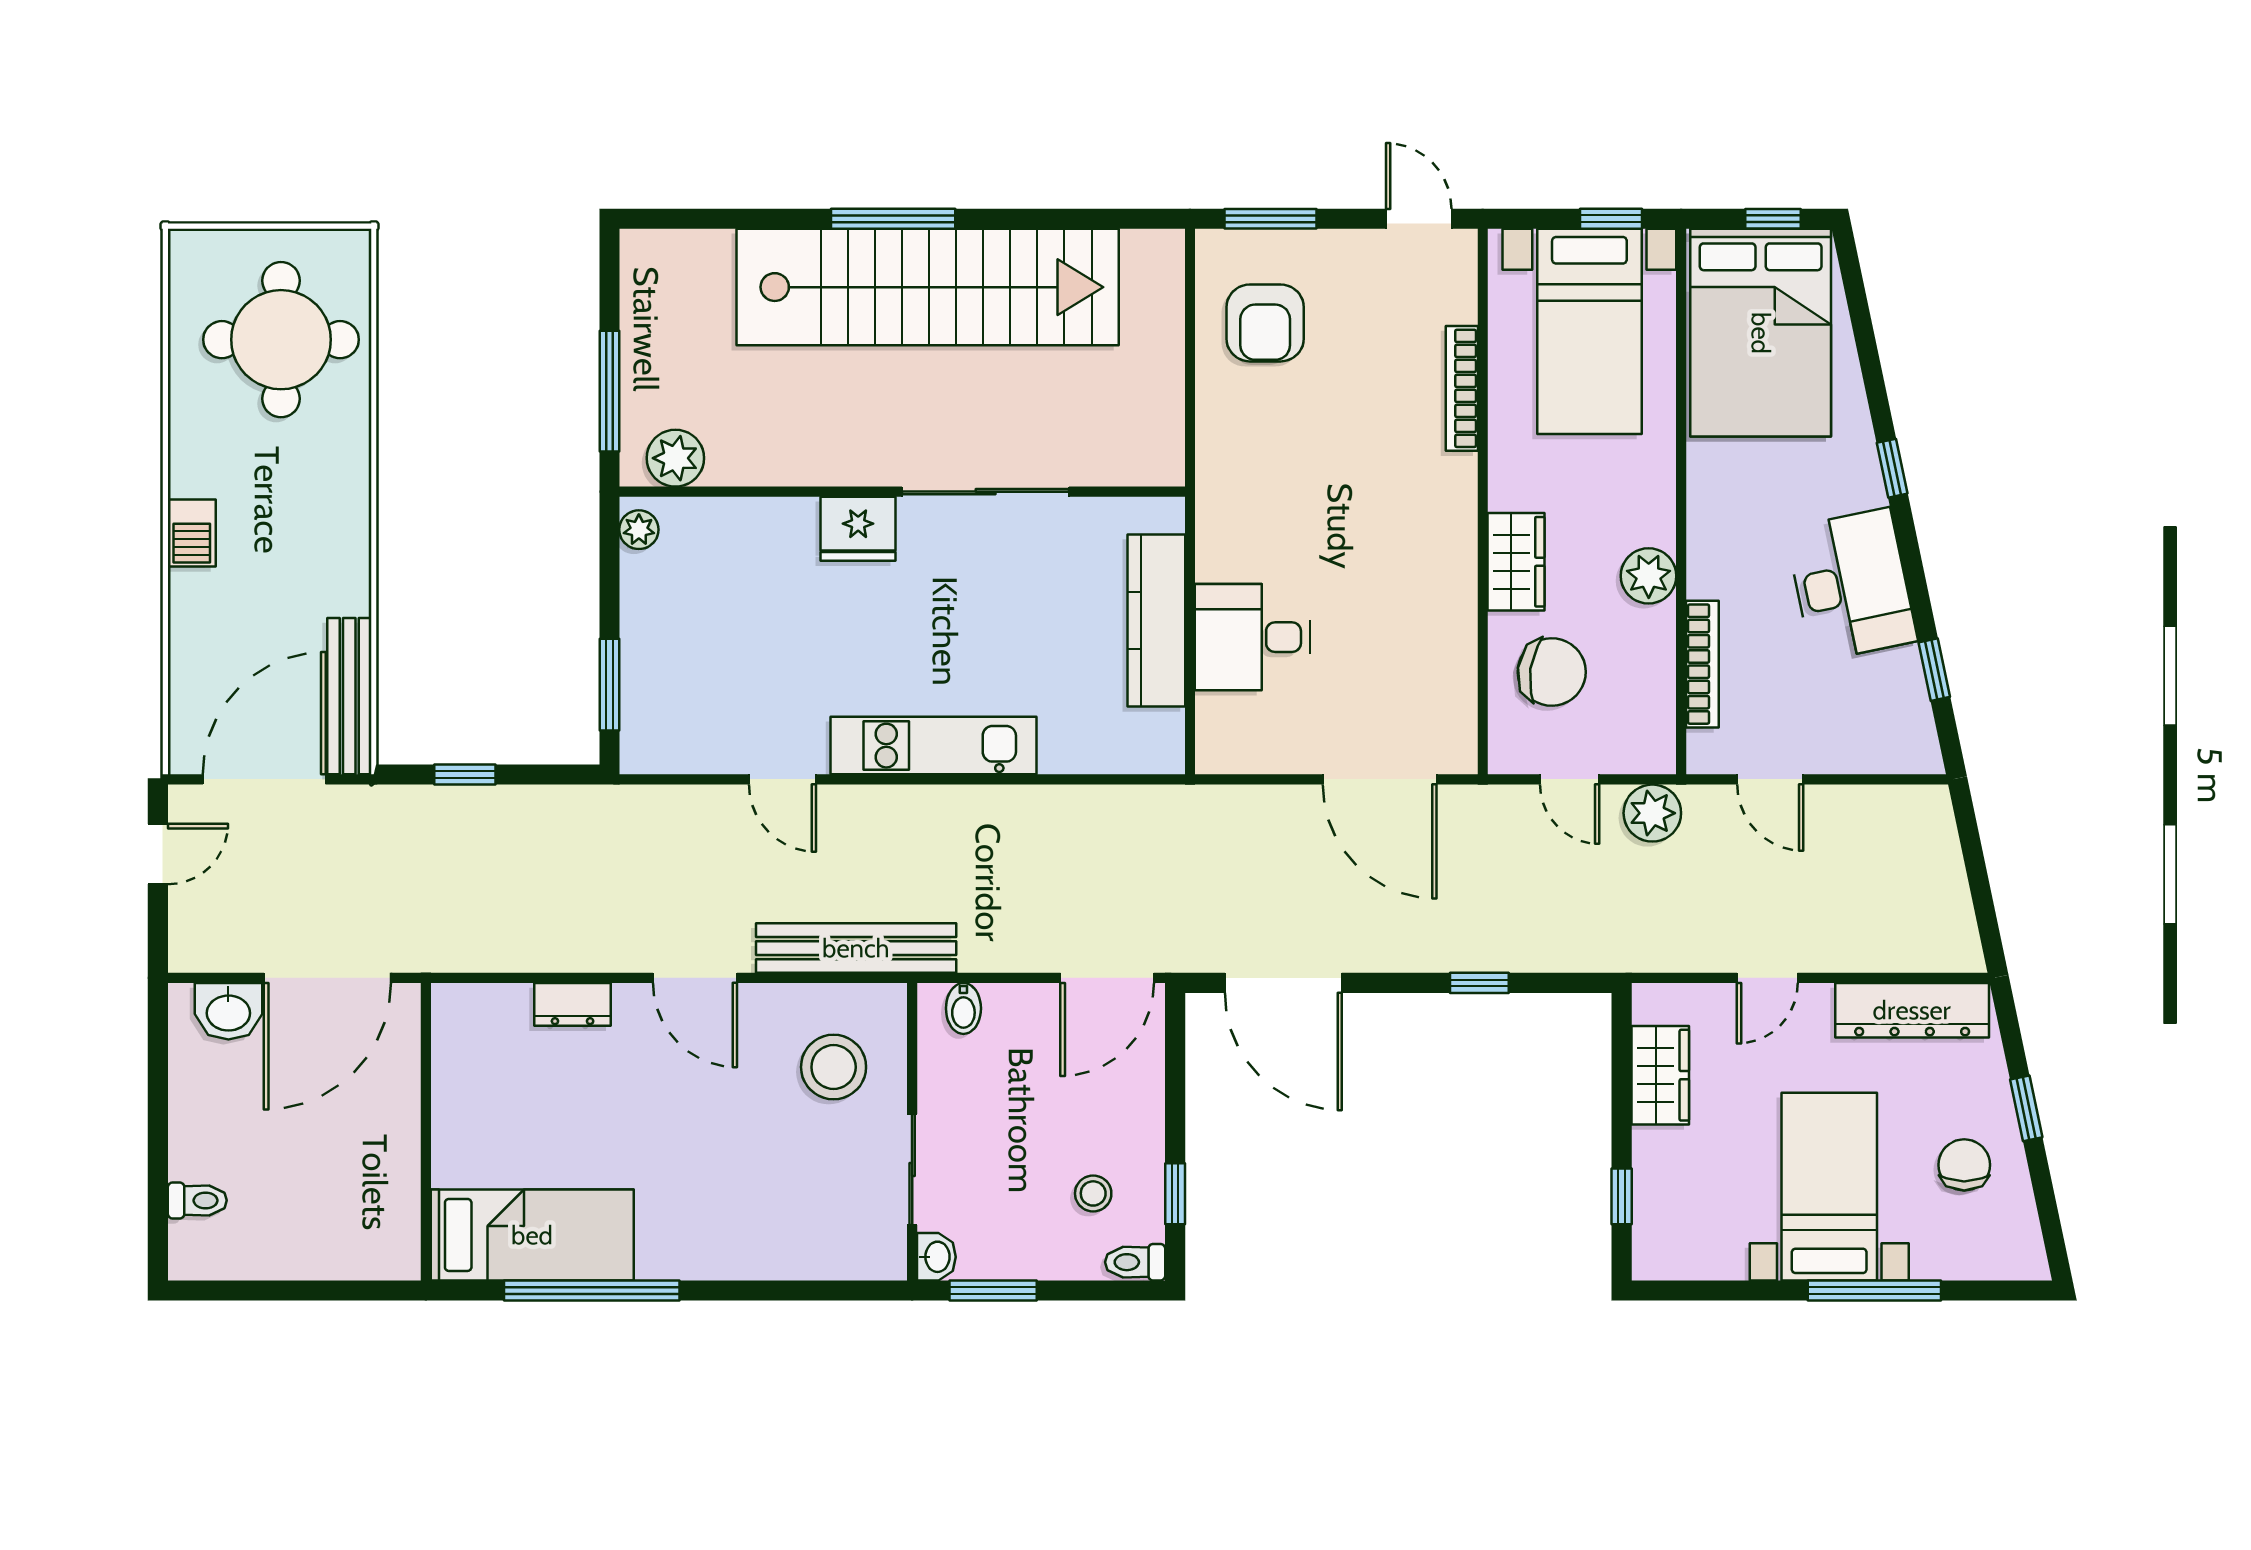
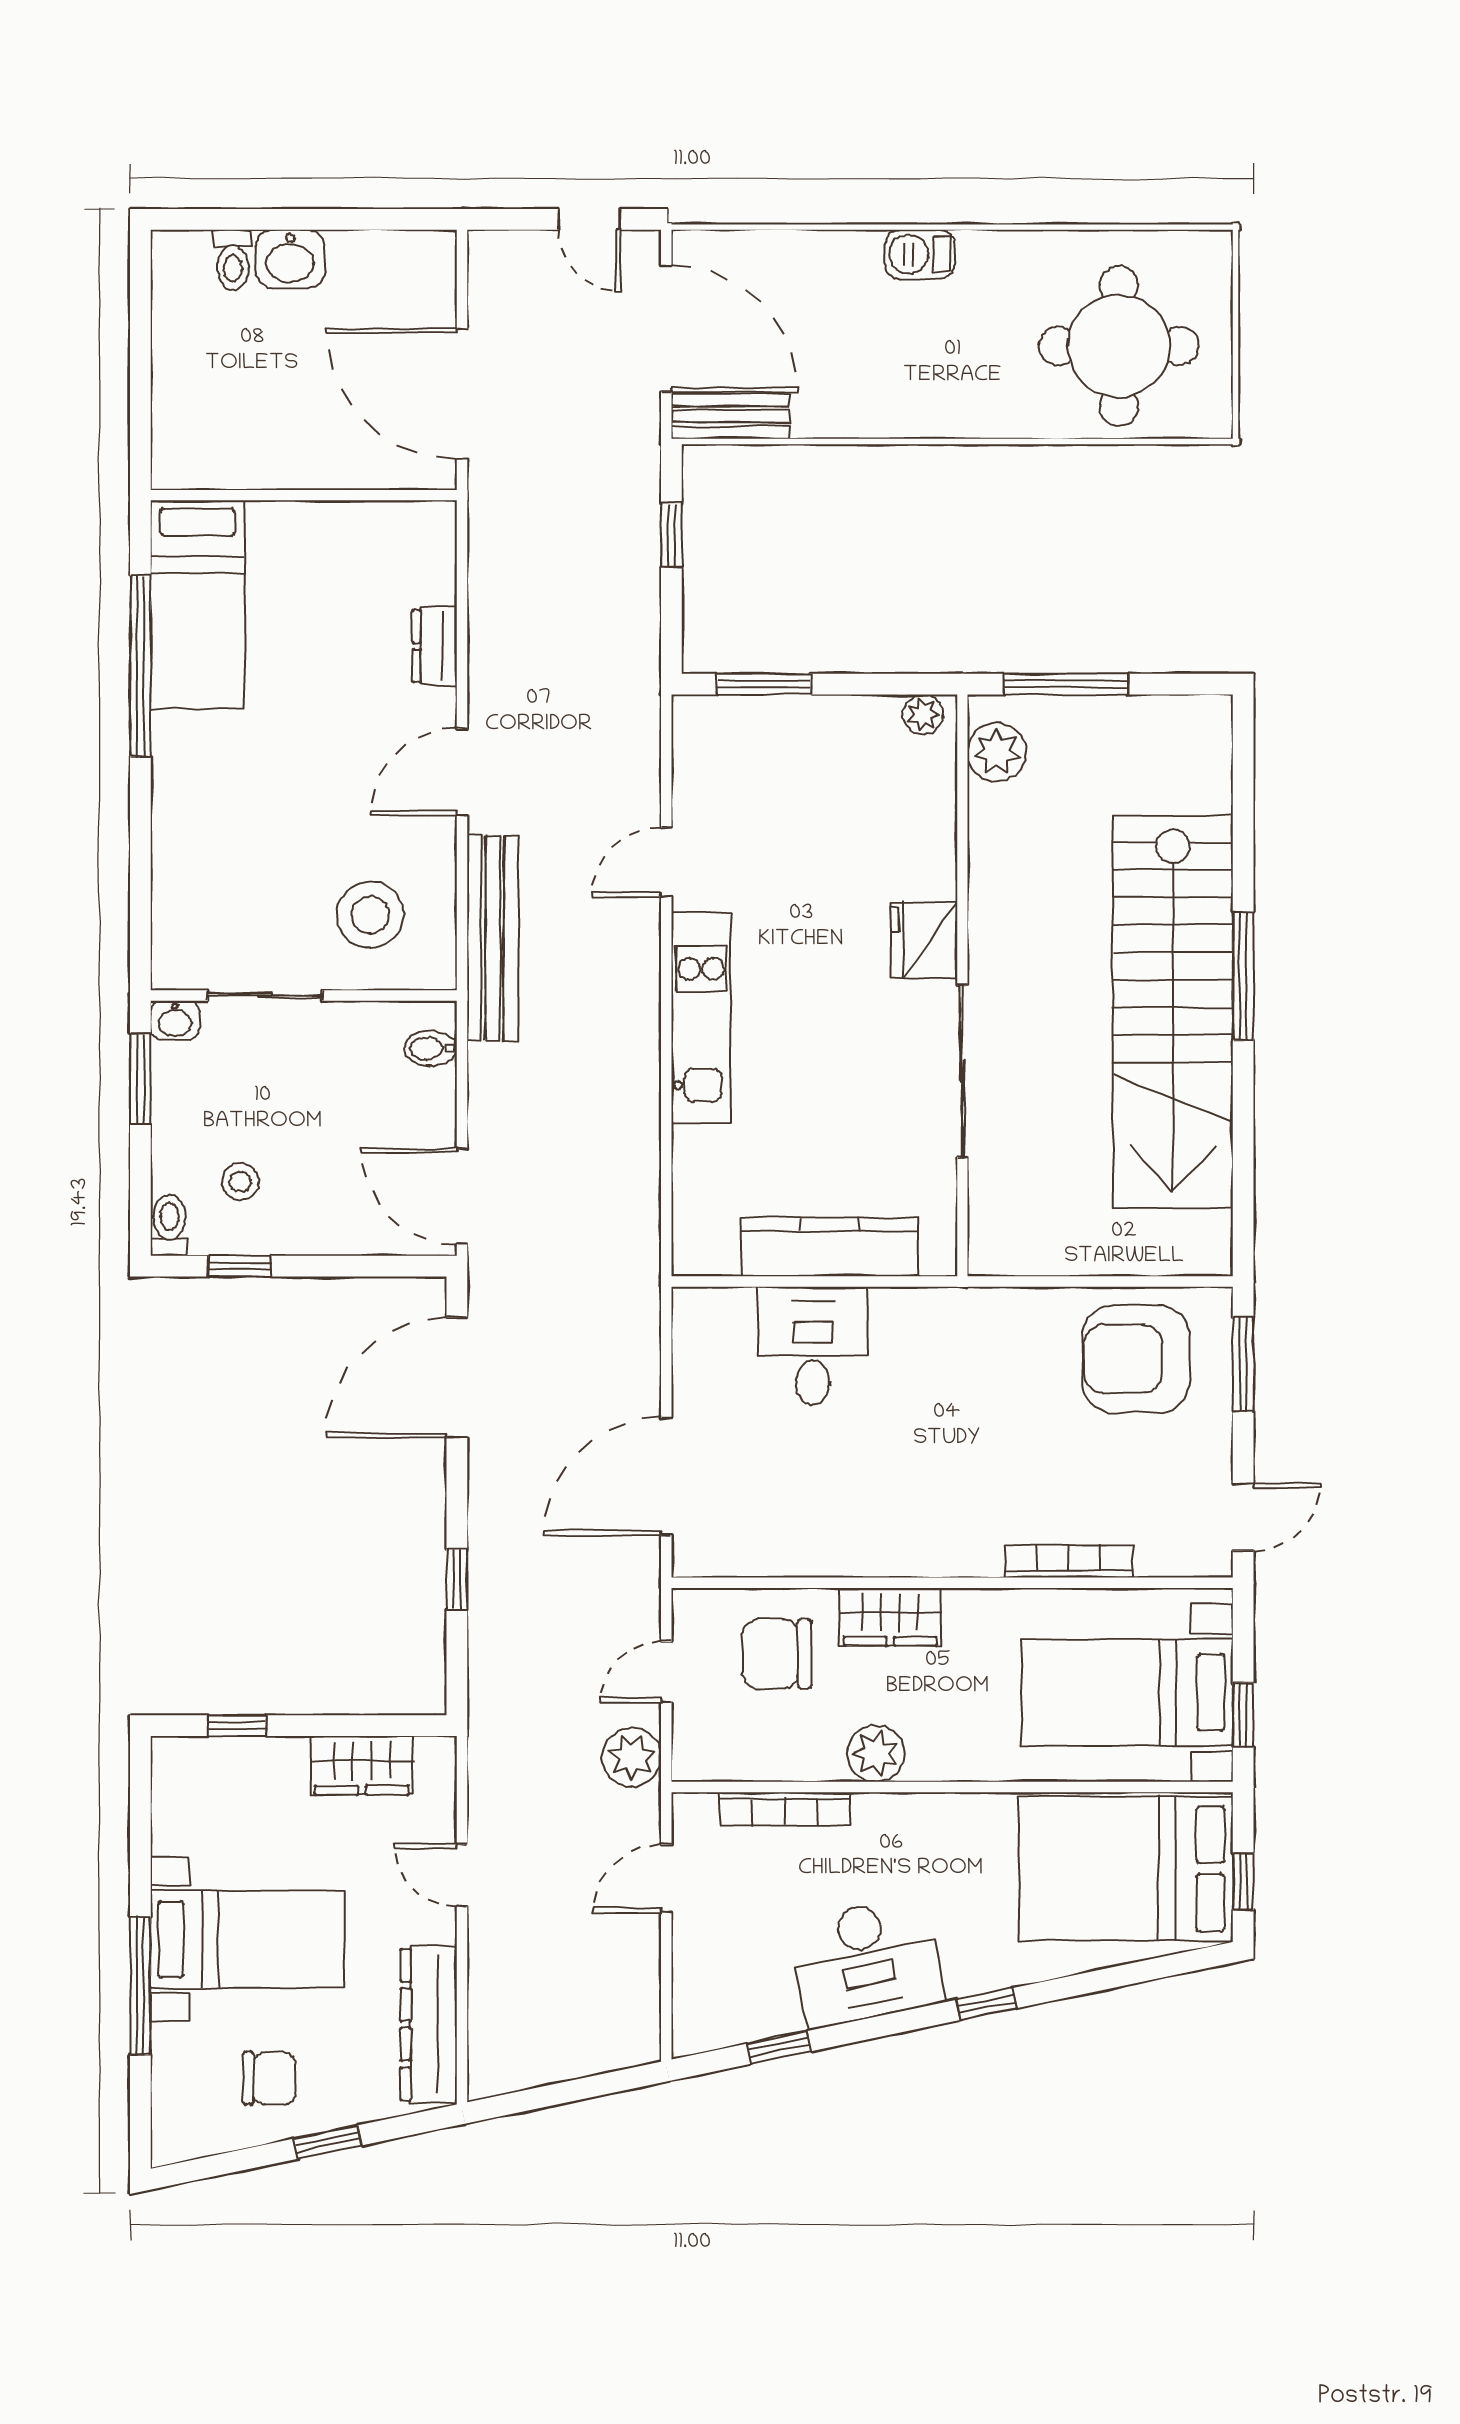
armchair: (1265, 323) -> (1136, 1359), width x1.36, depth x1.36
chair: (1552, 672) -> (777, 1654), turned 82
bench: (349, 696) -> (730, 416), width x0.73
washbasin: (228, 1011) -> (290, 259), moved, turned -90

